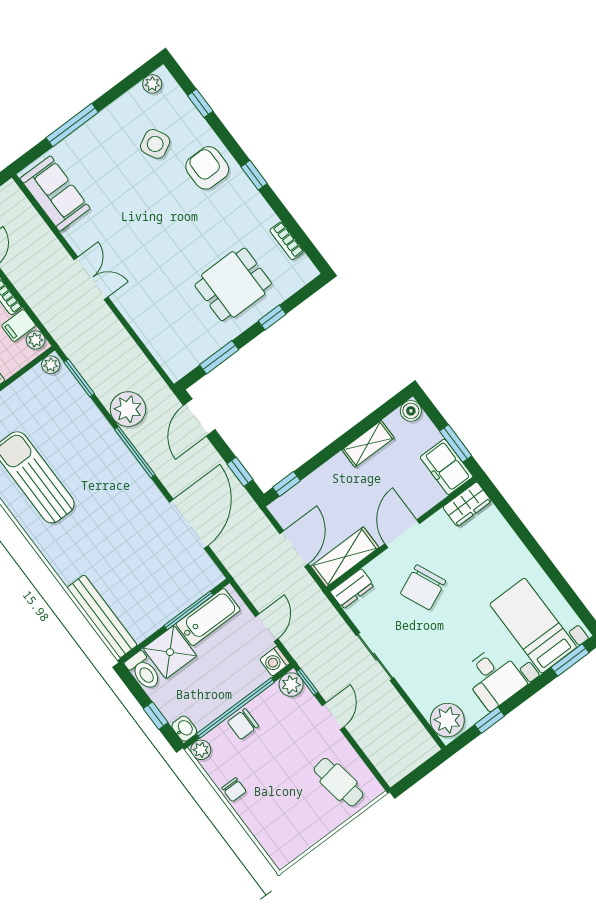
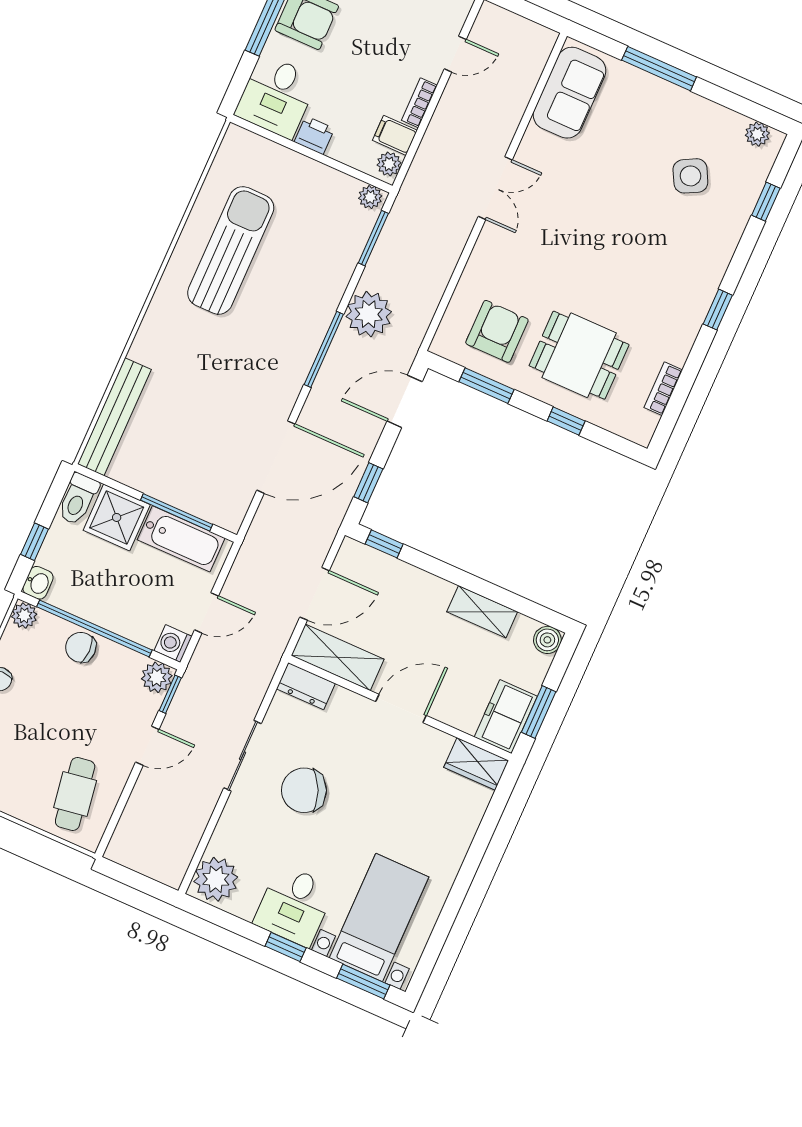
armchair: (207, 168) -> (497, 331), moved
chair: (423, 587) -> (304, 790), moved
window: (490, 720) -> (286, 947), moved

